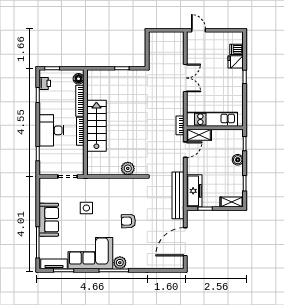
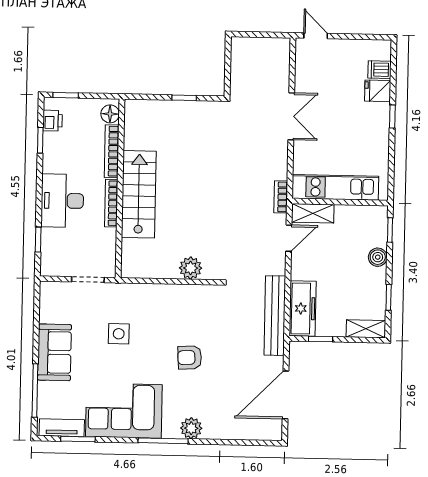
plant: (120, 263) -> (191, 428), moved

